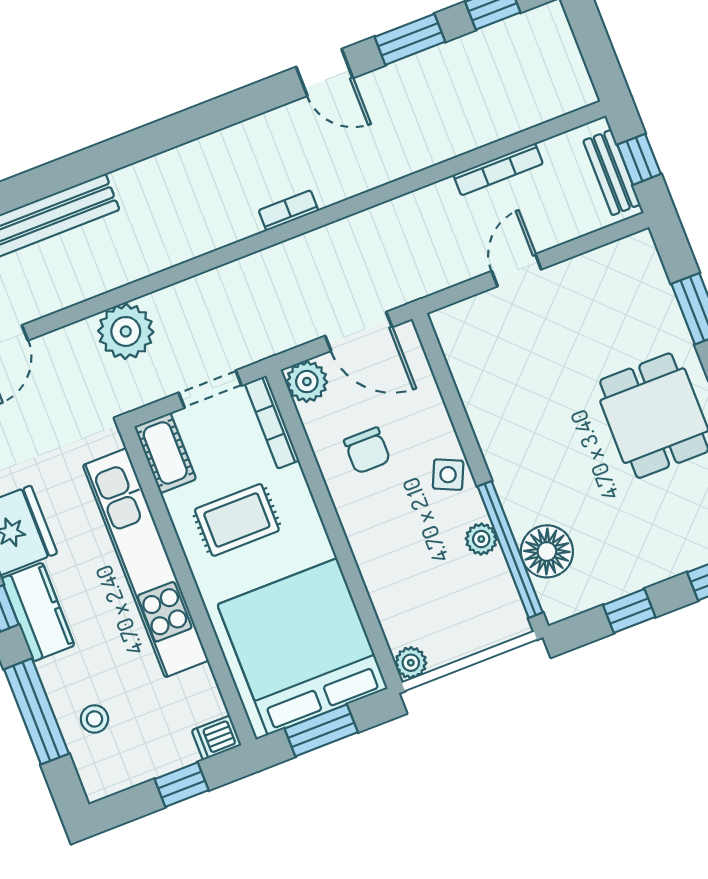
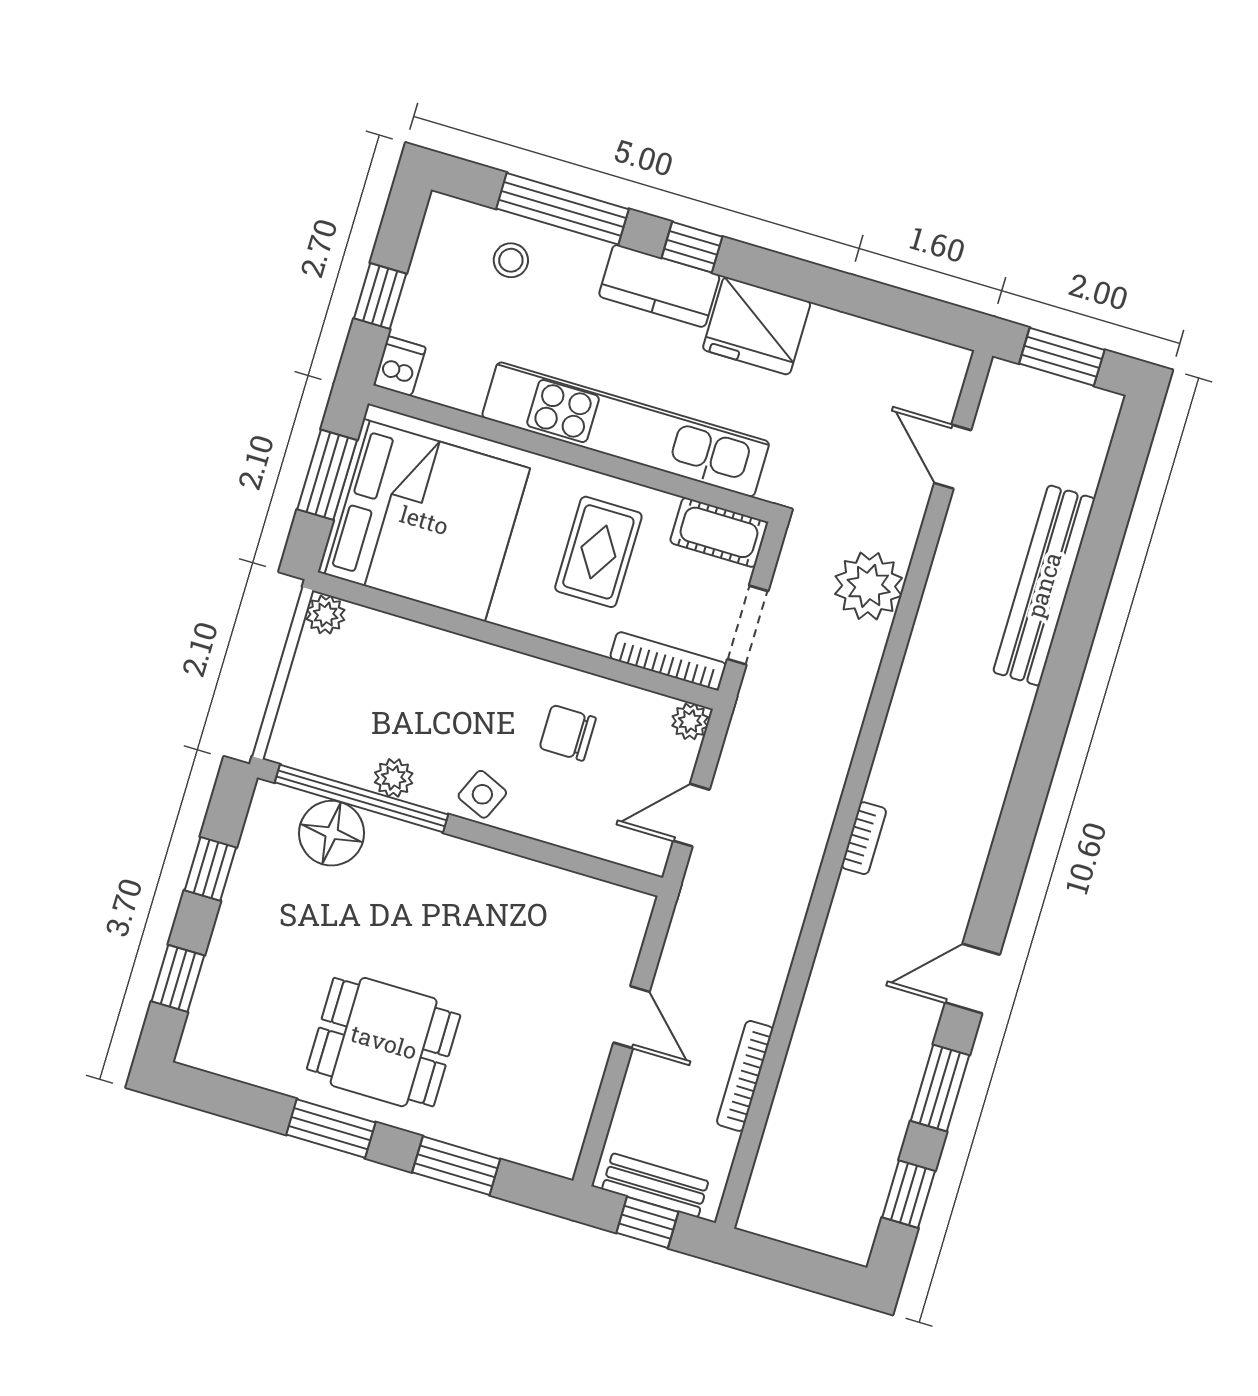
door: (359, 331) -> (691, 815), width x0.73
plant: (307, 382) -> (690, 721), width x0.73, depth x0.73

